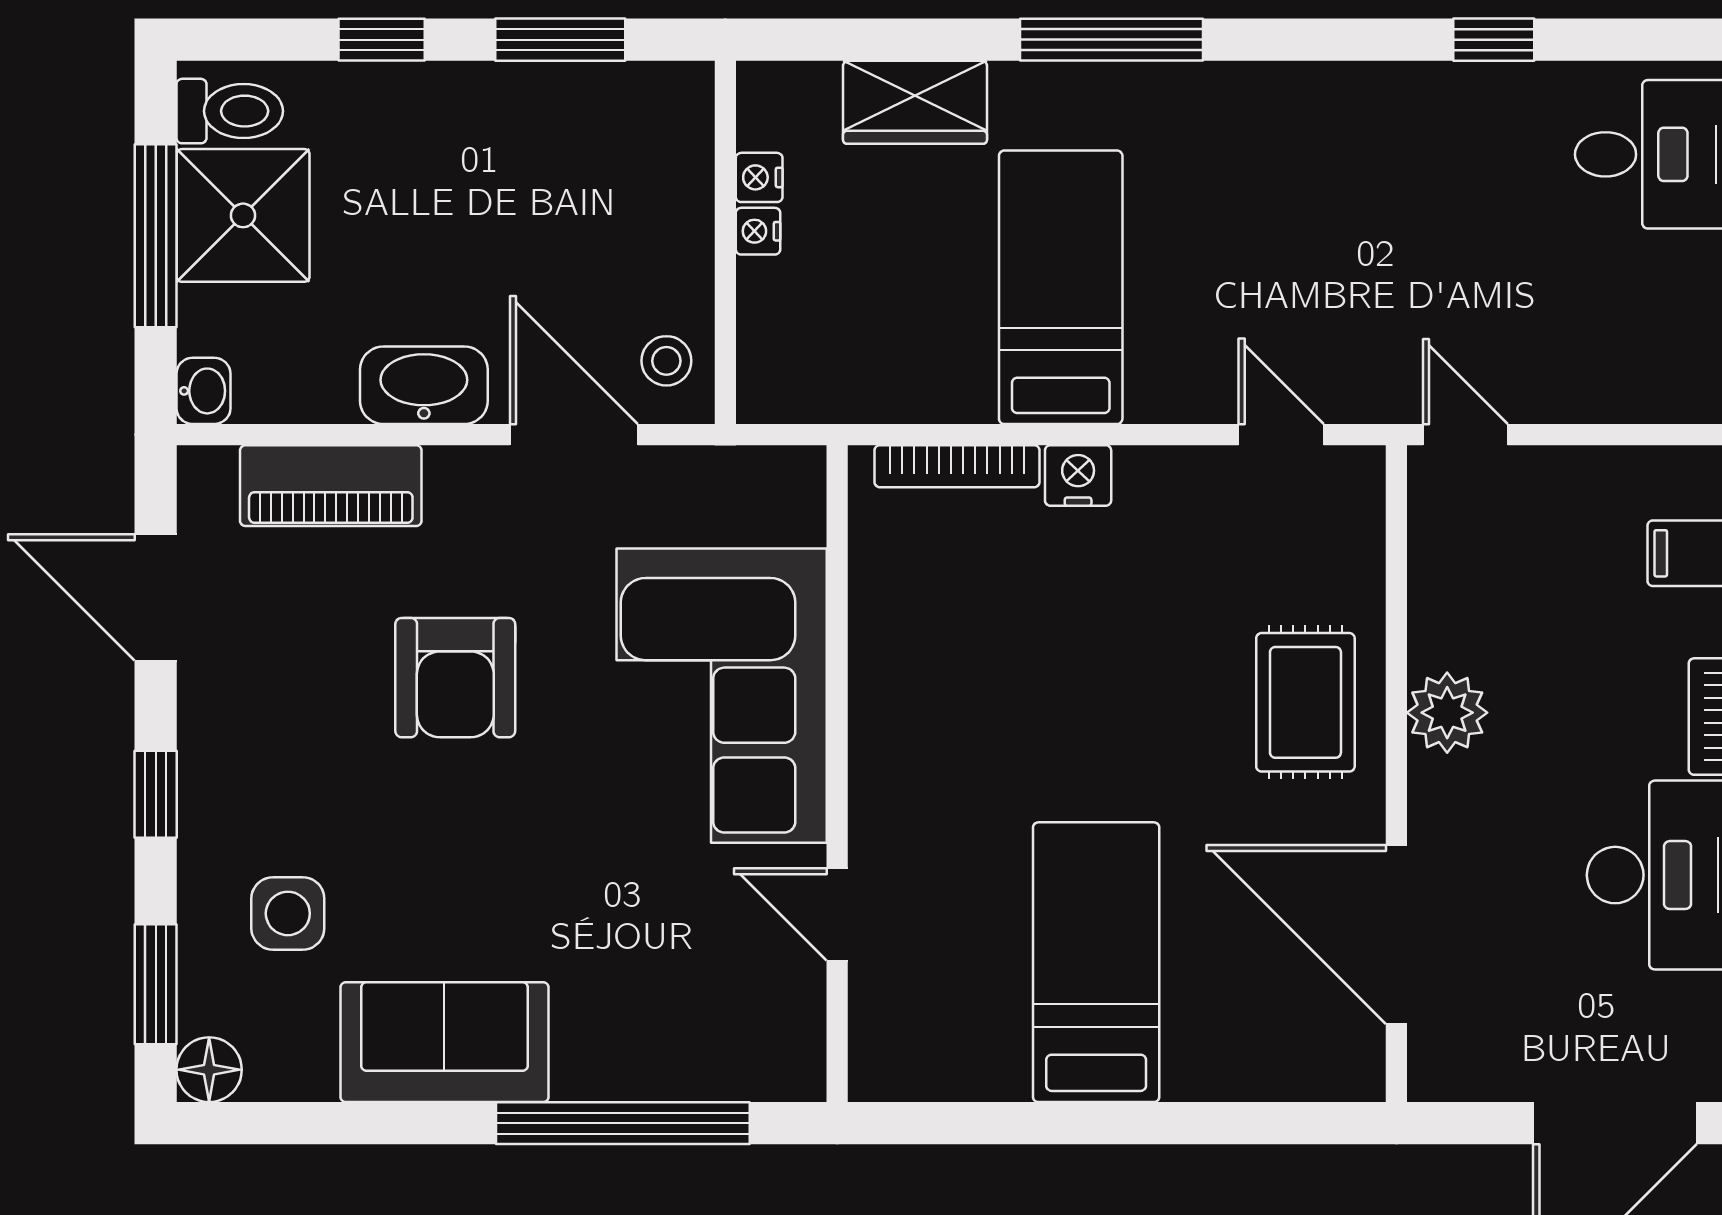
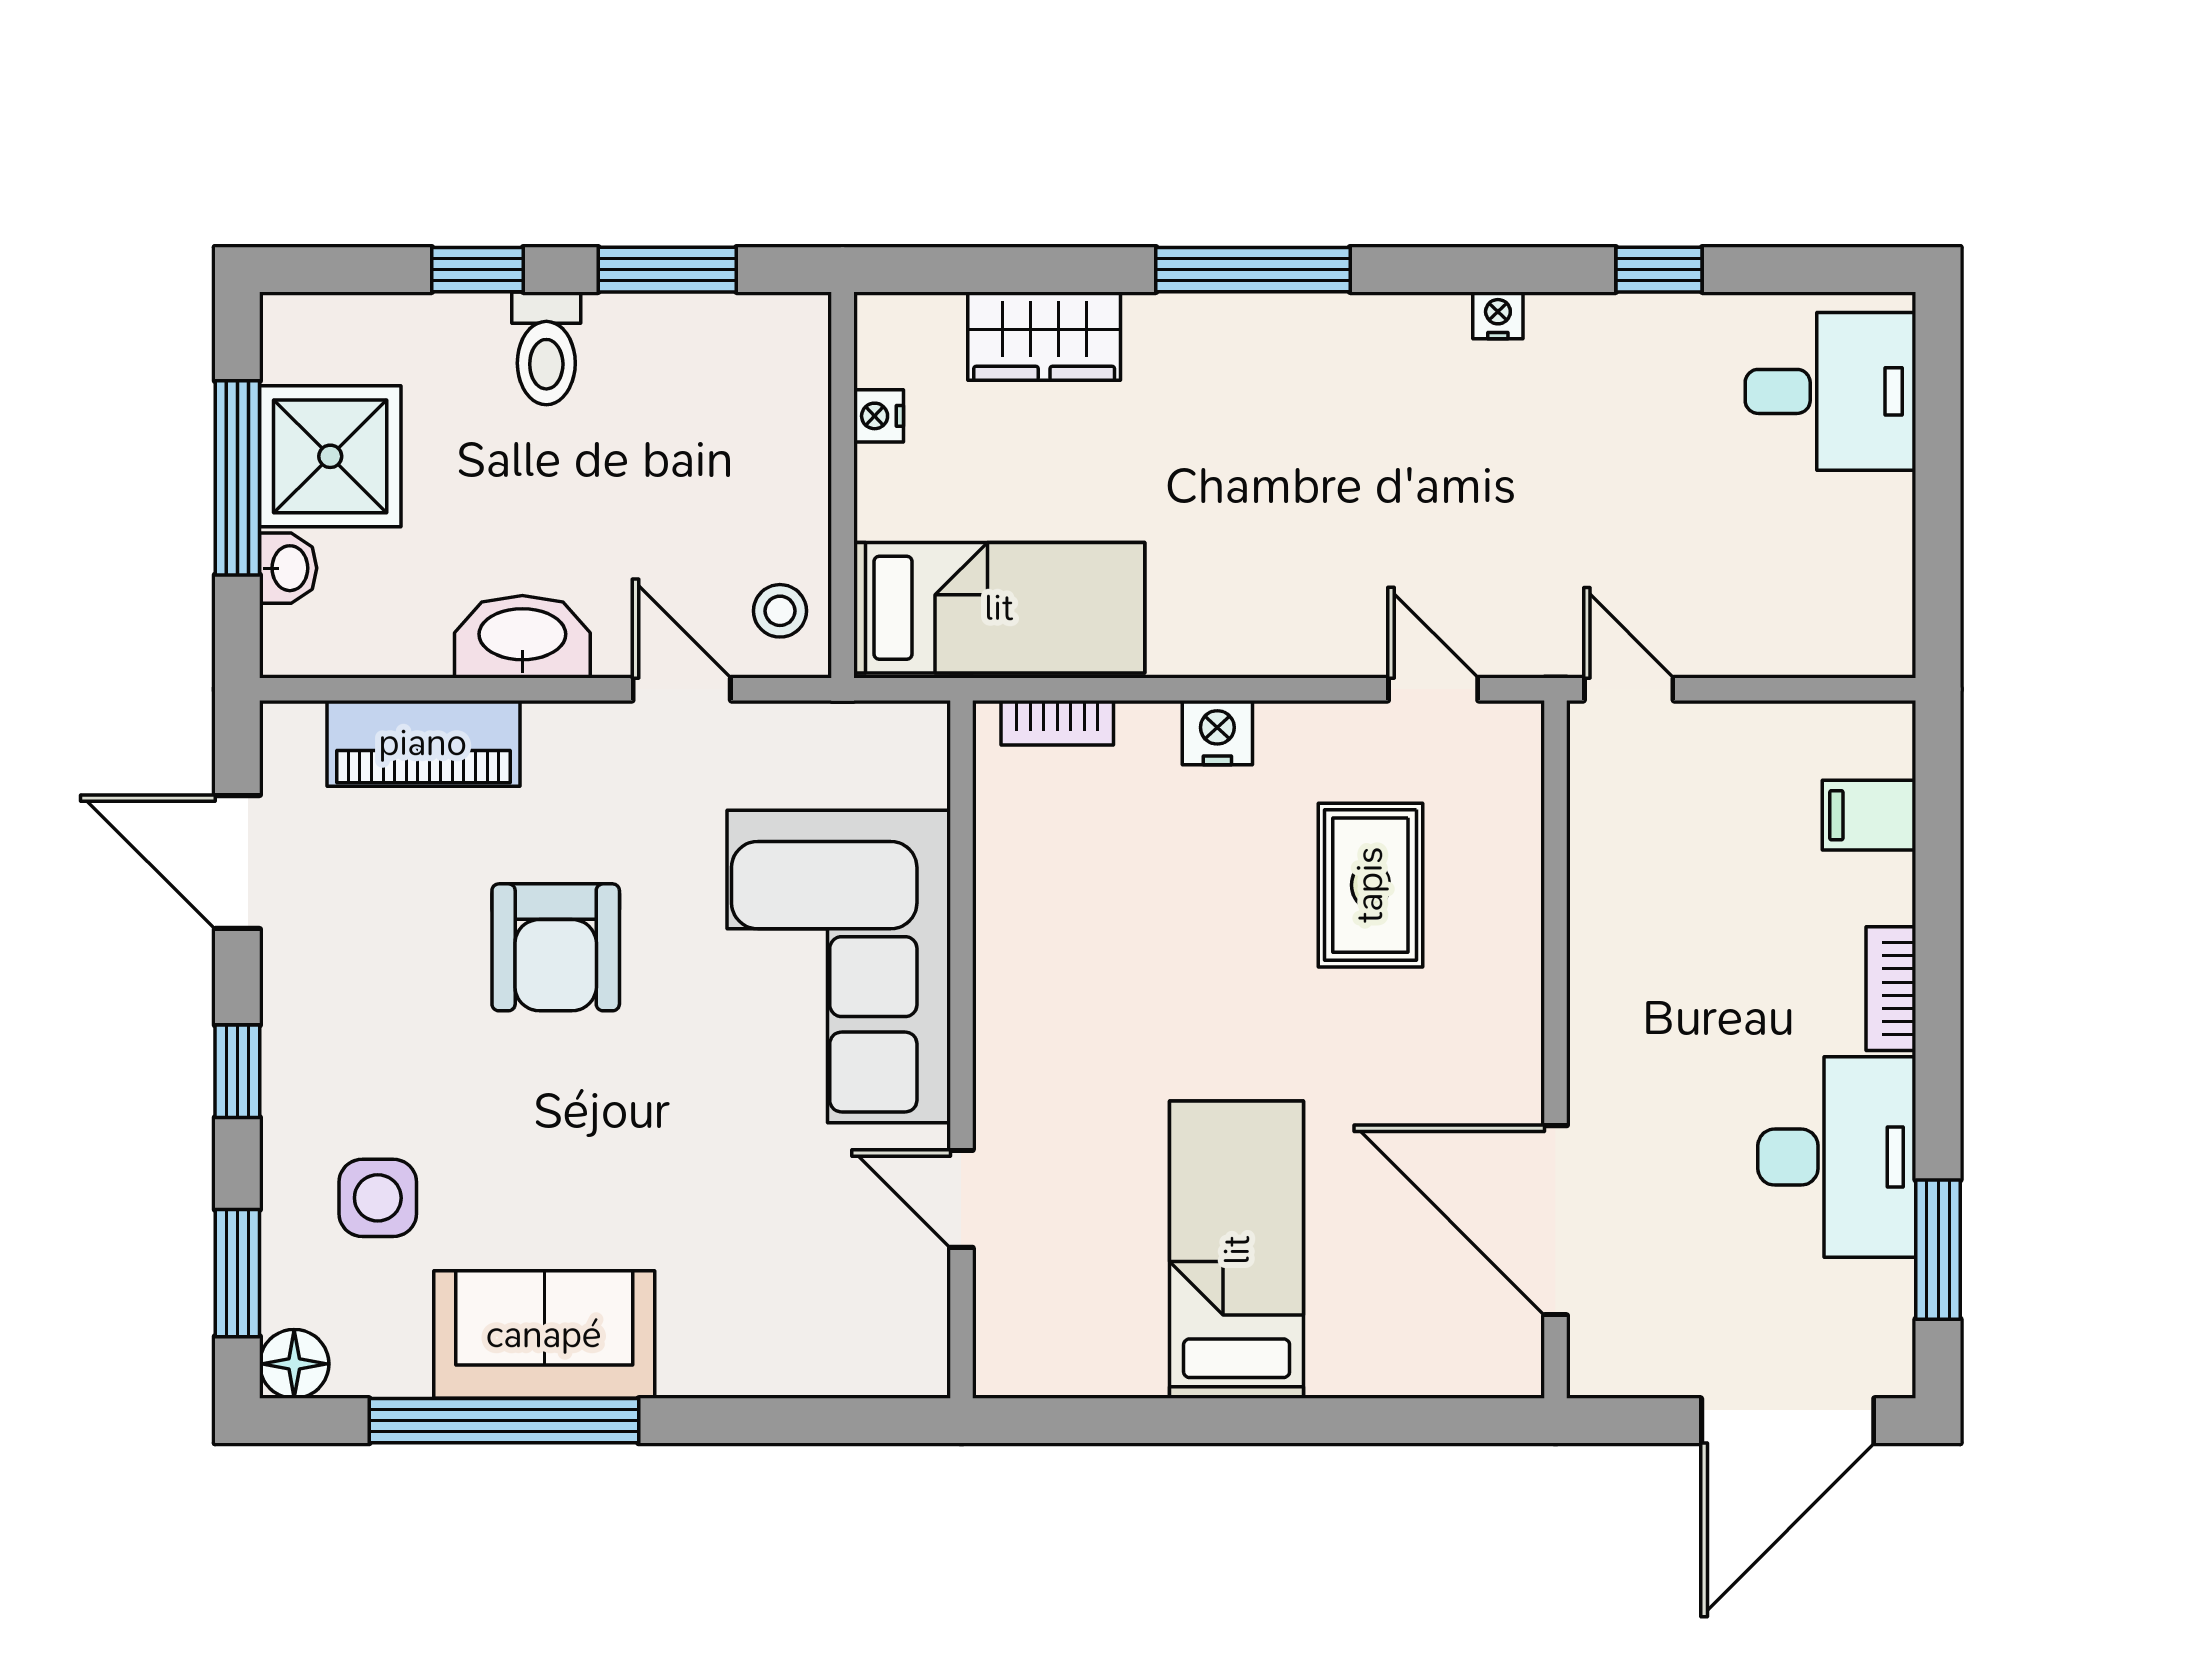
toilet: (230, 111) -> (546, 348), moved, turned 90
nightstand: (758, 231) -> (1498, 315), moved, turned 90
bed: (1061, 287) -> (999, 608), moved, turned 90
washbasin: (203, 391) -> (288, 568), moved
door: (574, 435) -> (682, 689), width x0.73
bookcase: (957, 466) -> (1057, 723), width x0.64
rug: (1305, 702) -> (1370, 885), moved
plant: (1447, 713) -> (1609, 984), removed
window: (623, 1123) -> (504, 1421), moved

